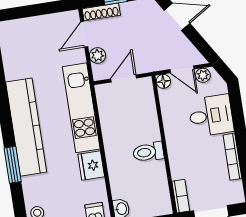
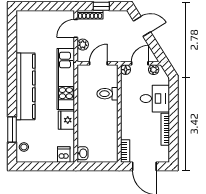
door: (182, 69) -> (140, 63), swing flipped
toilet: (148, 152) -> (107, 94), moved
window: (13, 165) -> (12, 129), moved

